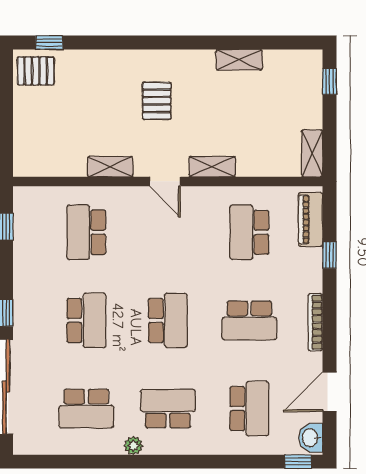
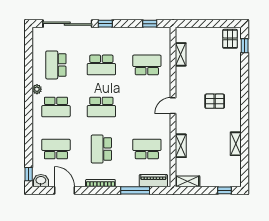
shelving: (110, 167) -> (181, 54), moved
shelving: (212, 167) -> (181, 146), moved
window: (330, 255) -> (135, 190), width x2.17
school desk: (168, 409) -> (56, 107), turned 90
school desk: (249, 409) -> (56, 149), turned 180

